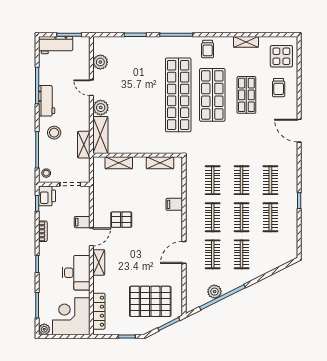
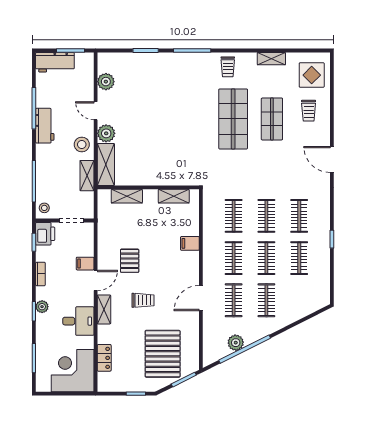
shop shelf: (178, 95) -> (194, 119), removed
stool: (54, 133) -> (82, 144), moved
pallet: (121, 220) -> (130, 261), turned 90
trolley: (133, 254) -> (143, 300), added
desk: (76, 273) -> (78, 321), width x0.73
pallet: (150, 301) -> (163, 354), turned 90
locker: (99, 311) -> (104, 358), width x0.66
plant: (44, 329) -> (42, 307), moved

